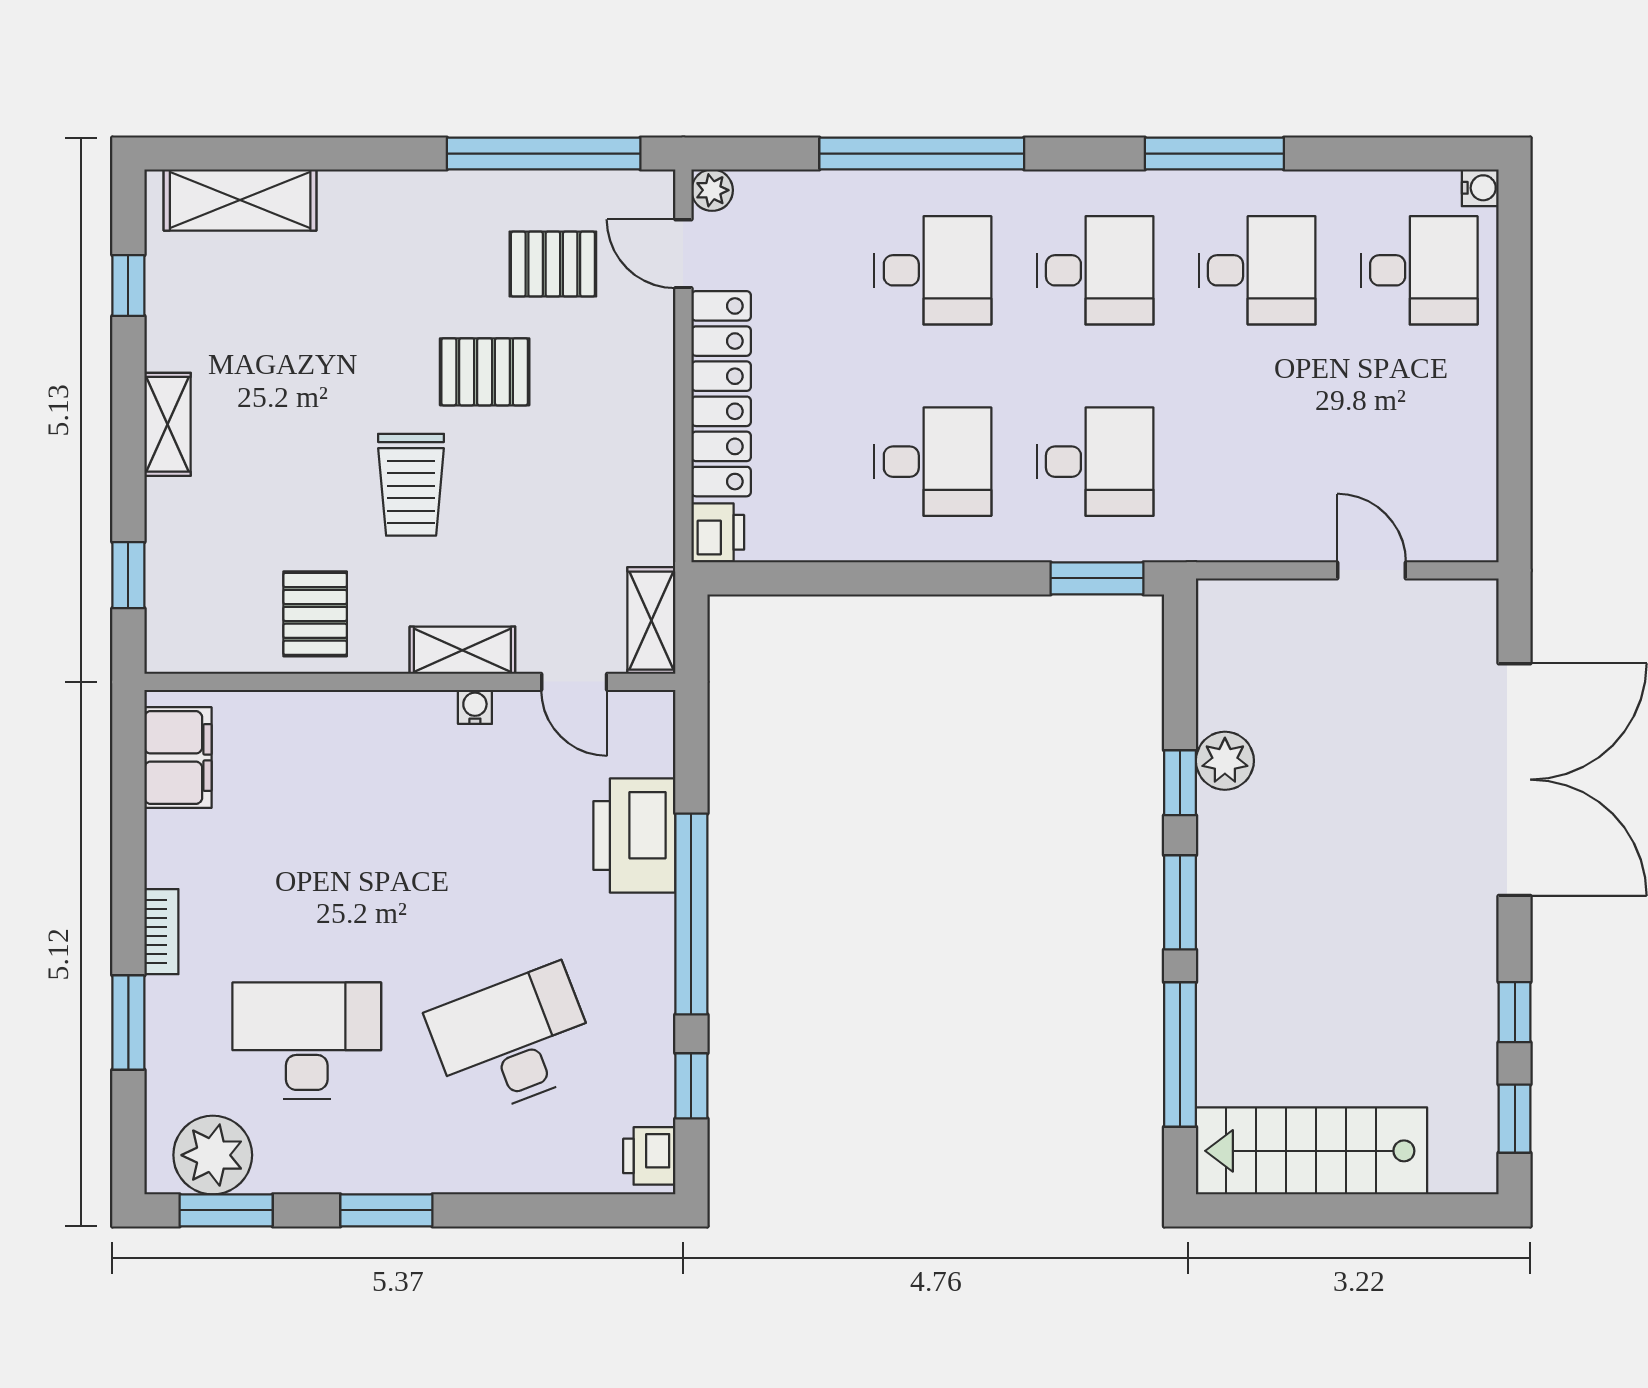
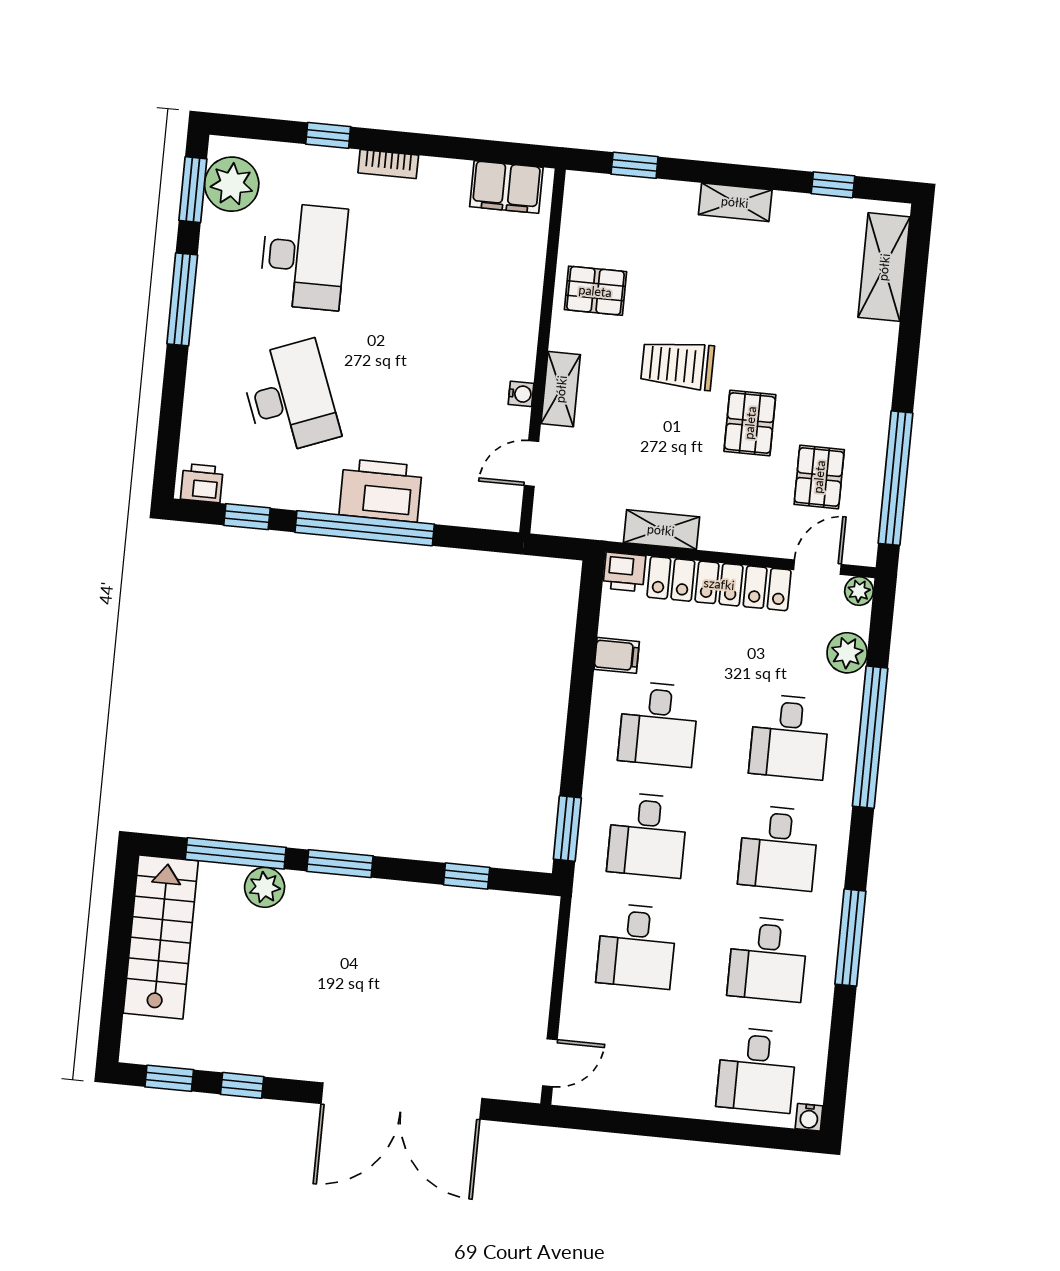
plant: (803, 199) -> (847, 653), added
desk: (1257, 462) -> (637, 946), added
filing cabinet: (840, 532) -> (617, 655), added
door: (1371, 570) -> (550, 1063), moved
shelving: (651, 621) -> (661, 530), moved
plant: (1225, 761) -> (265, 887), moved
window: (1180, 783) -> (467, 876), moved
printer: (634, 835) -> (381, 490), moved
window: (128, 1023) -> (328, 135), width x0.67
window: (386, 1210) -> (182, 299), width x1.44

